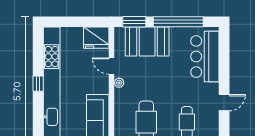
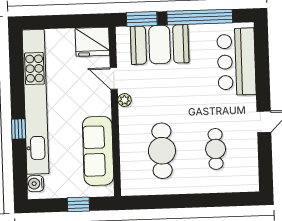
window: (38, 84) -> (19, 129), moved

